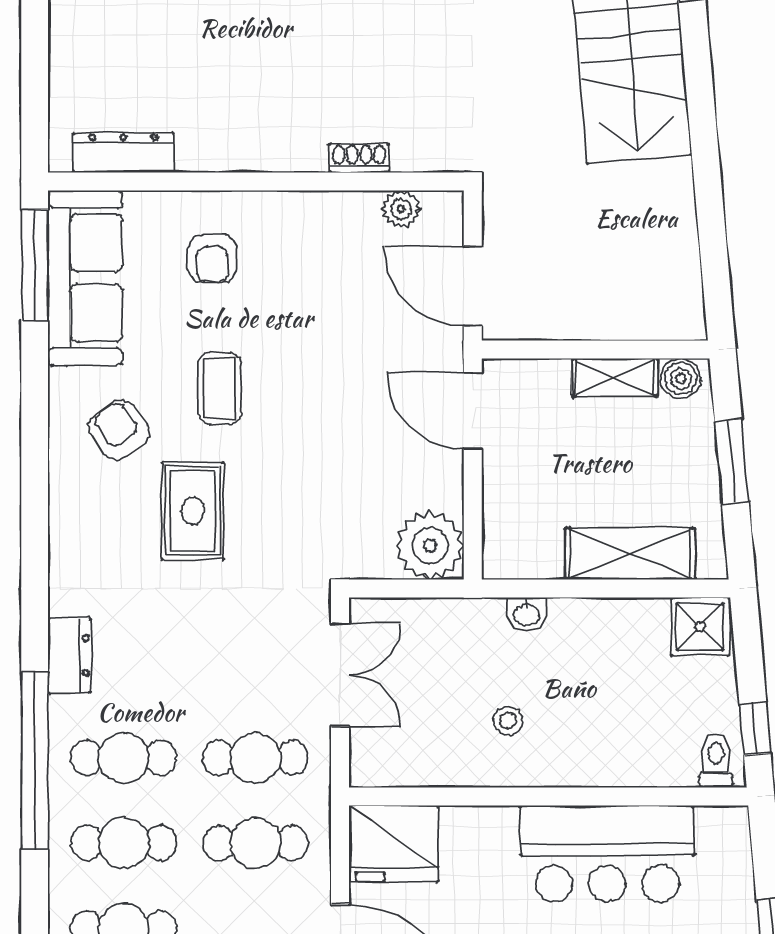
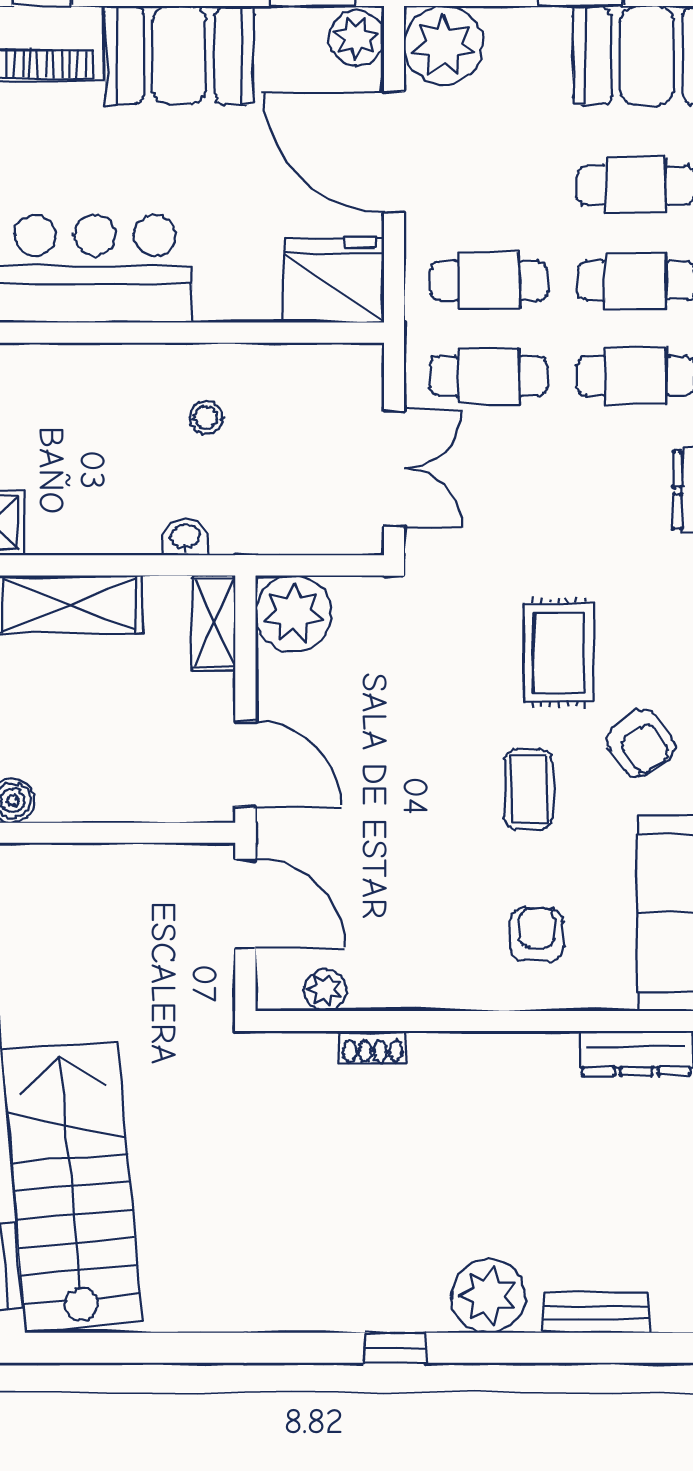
shelving: (615, 378) -> (214, 623), moved, turned 90
double door: (340, 675) -> (394, 469), swing flipped

